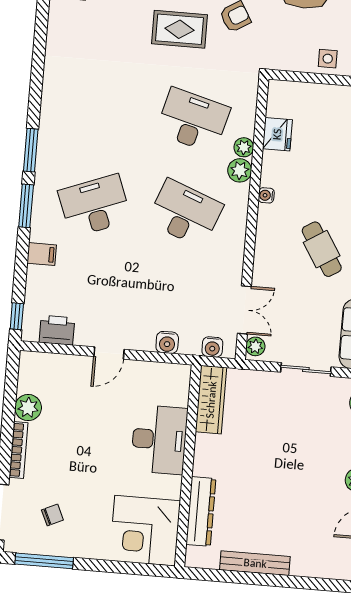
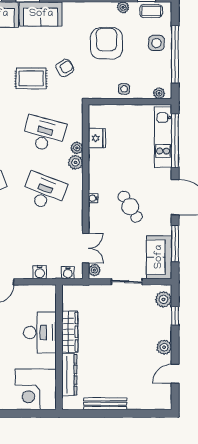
water cooler: (266, 195) -> (93, 198), moved
wardrobe: (211, 400) -> (70, 332), moved

